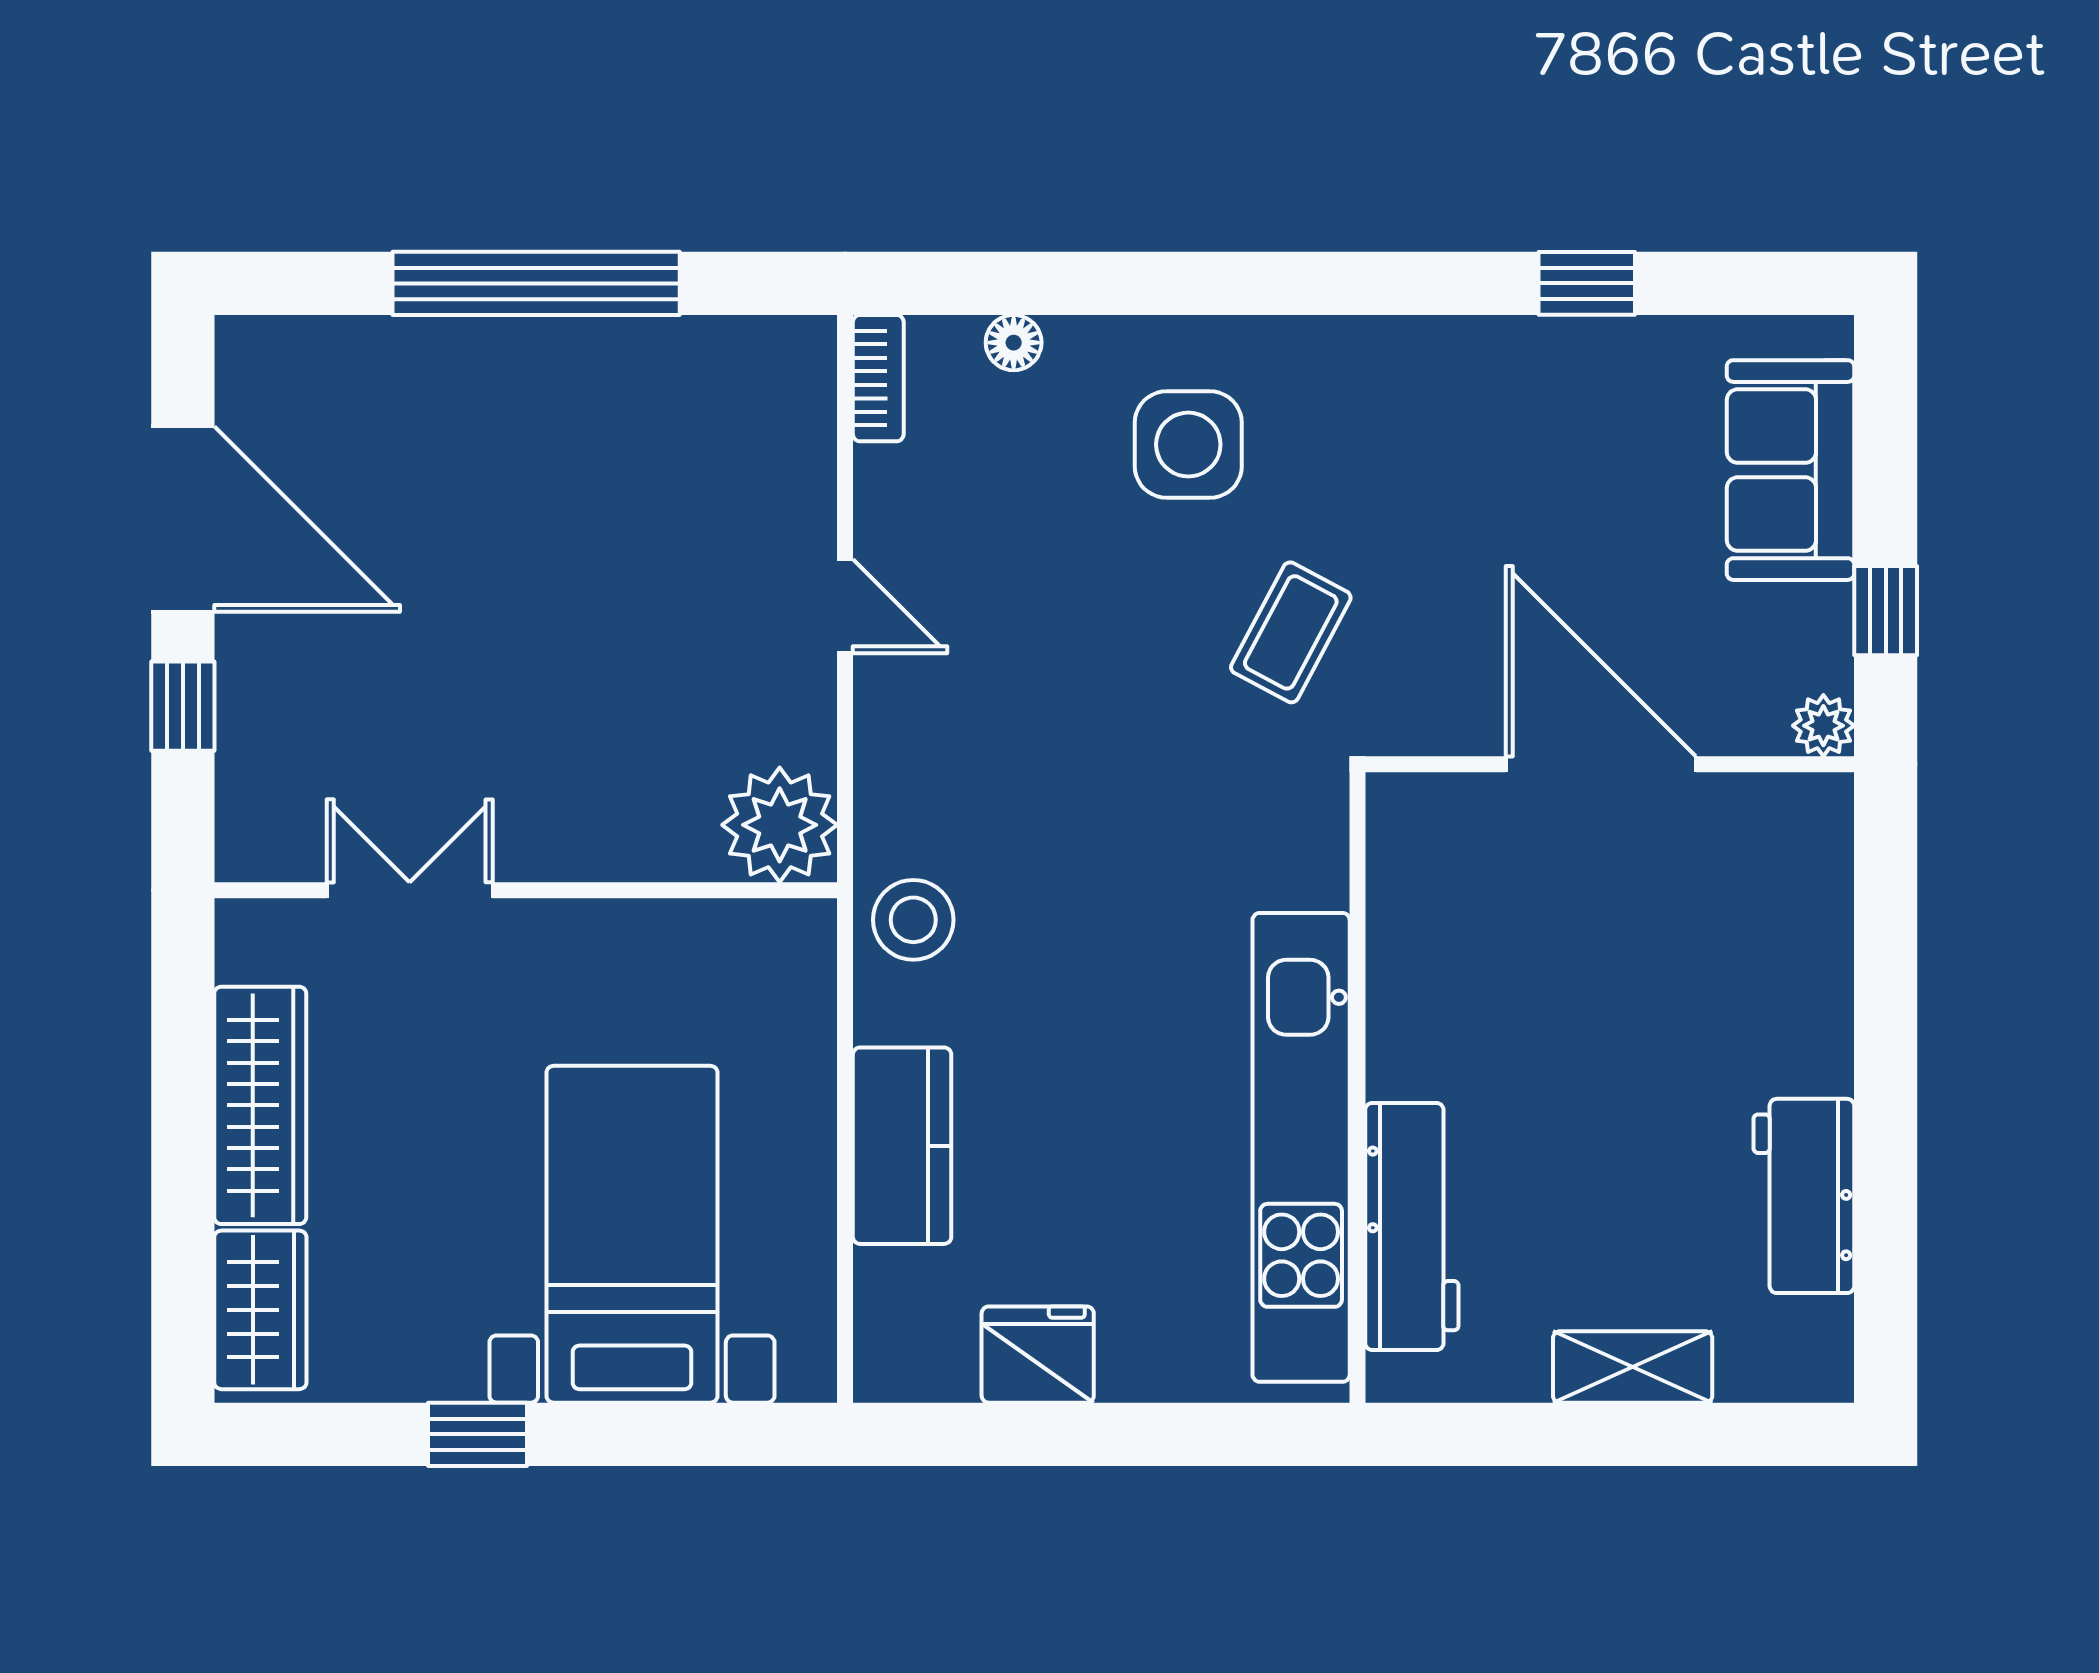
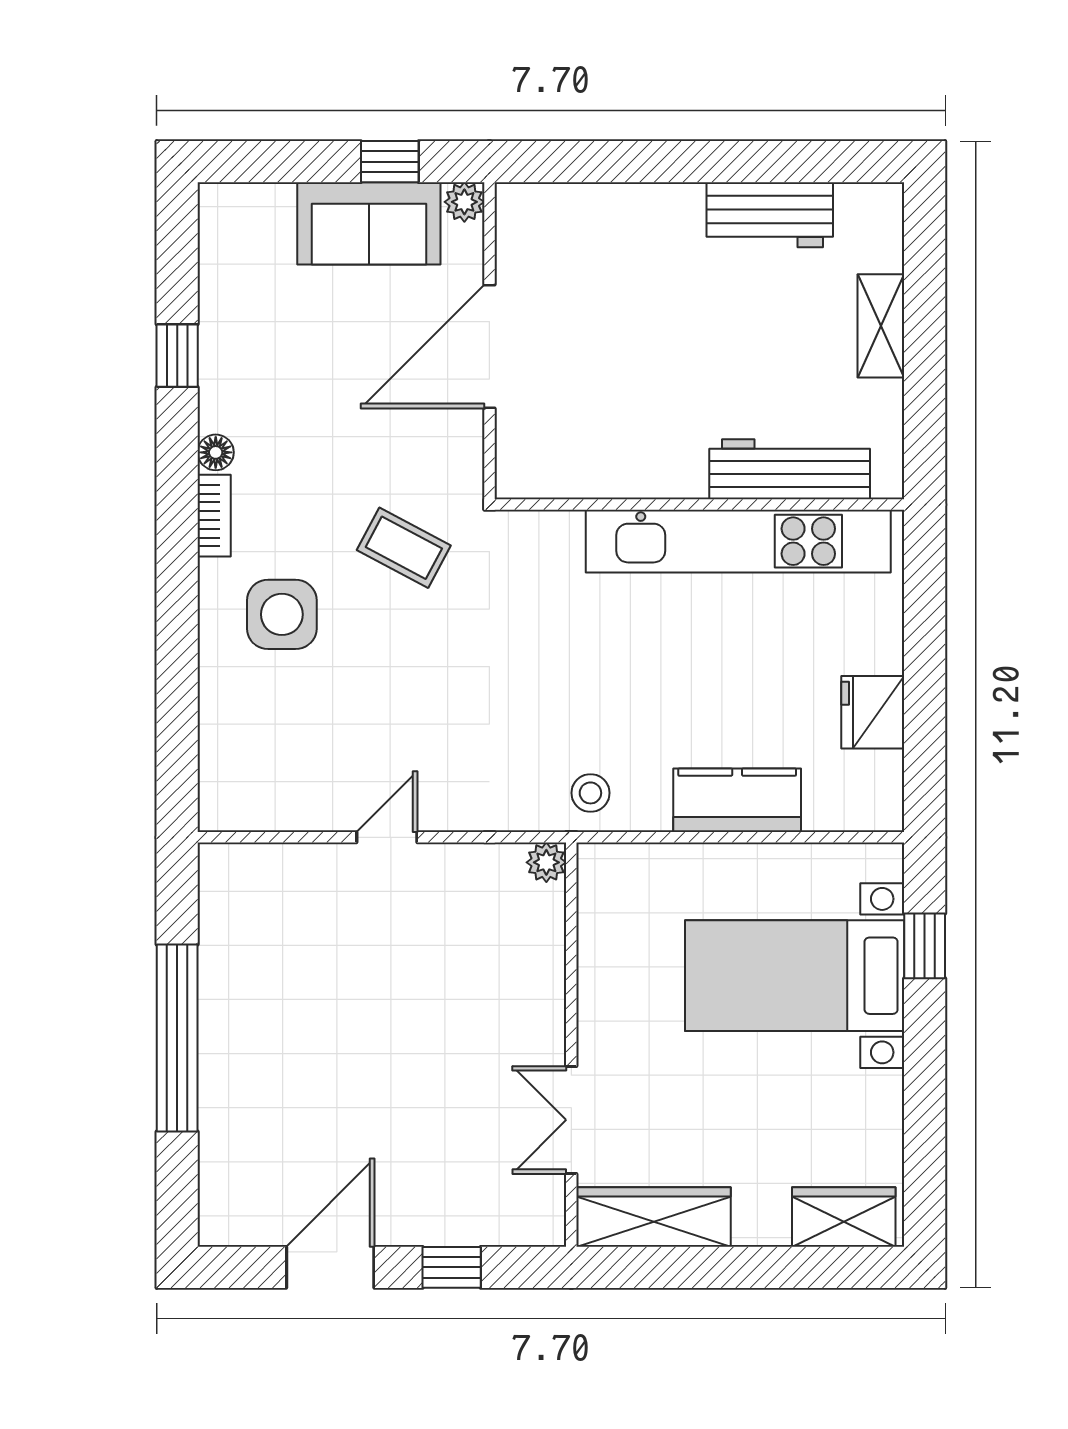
floor lamp: (1014, 343) -> (216, 452), moved
bookcase: (878, 378) -> (214, 516), moved, turned 90
sofa: (1791, 470) -> (369, 223), moved
door: (183, 519) -> (330, 1267), width x0.73
plant: (780, 825) -> (546, 862), width x0.53, depth x0.53
stool: (913, 920) -> (590, 793), width x0.73, depth x0.73
wardrobe: (260, 1105) -> (654, 1217), moved
window: (478, 1434) -> (925, 946), moved

